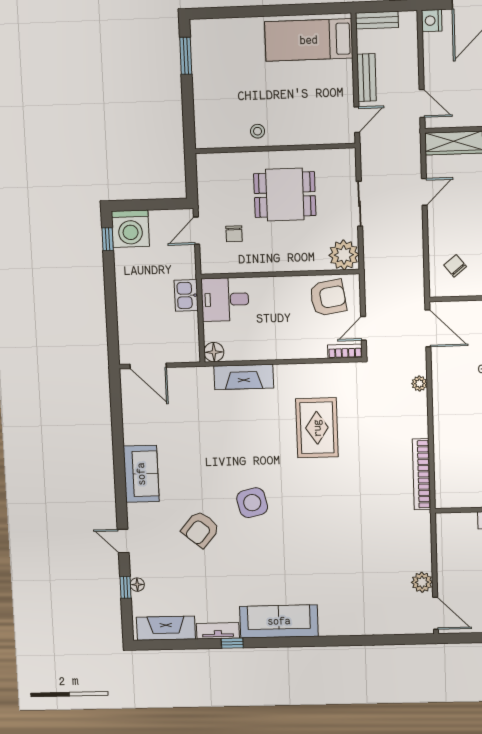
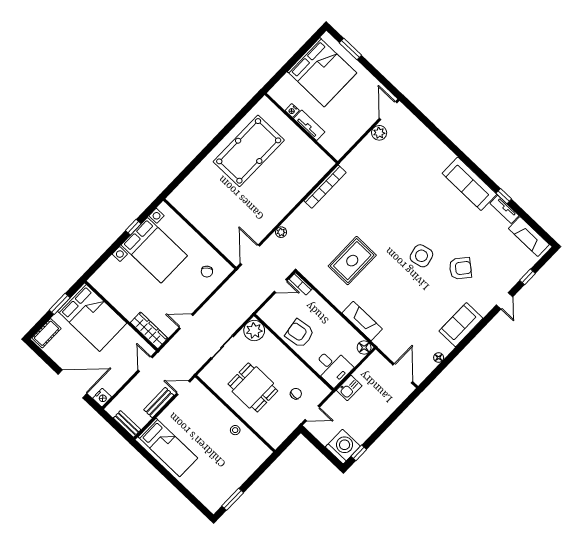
armchair: (328, 298) -> (300, 333), moved
floor lamp: (137, 585) -> (439, 358), moved

